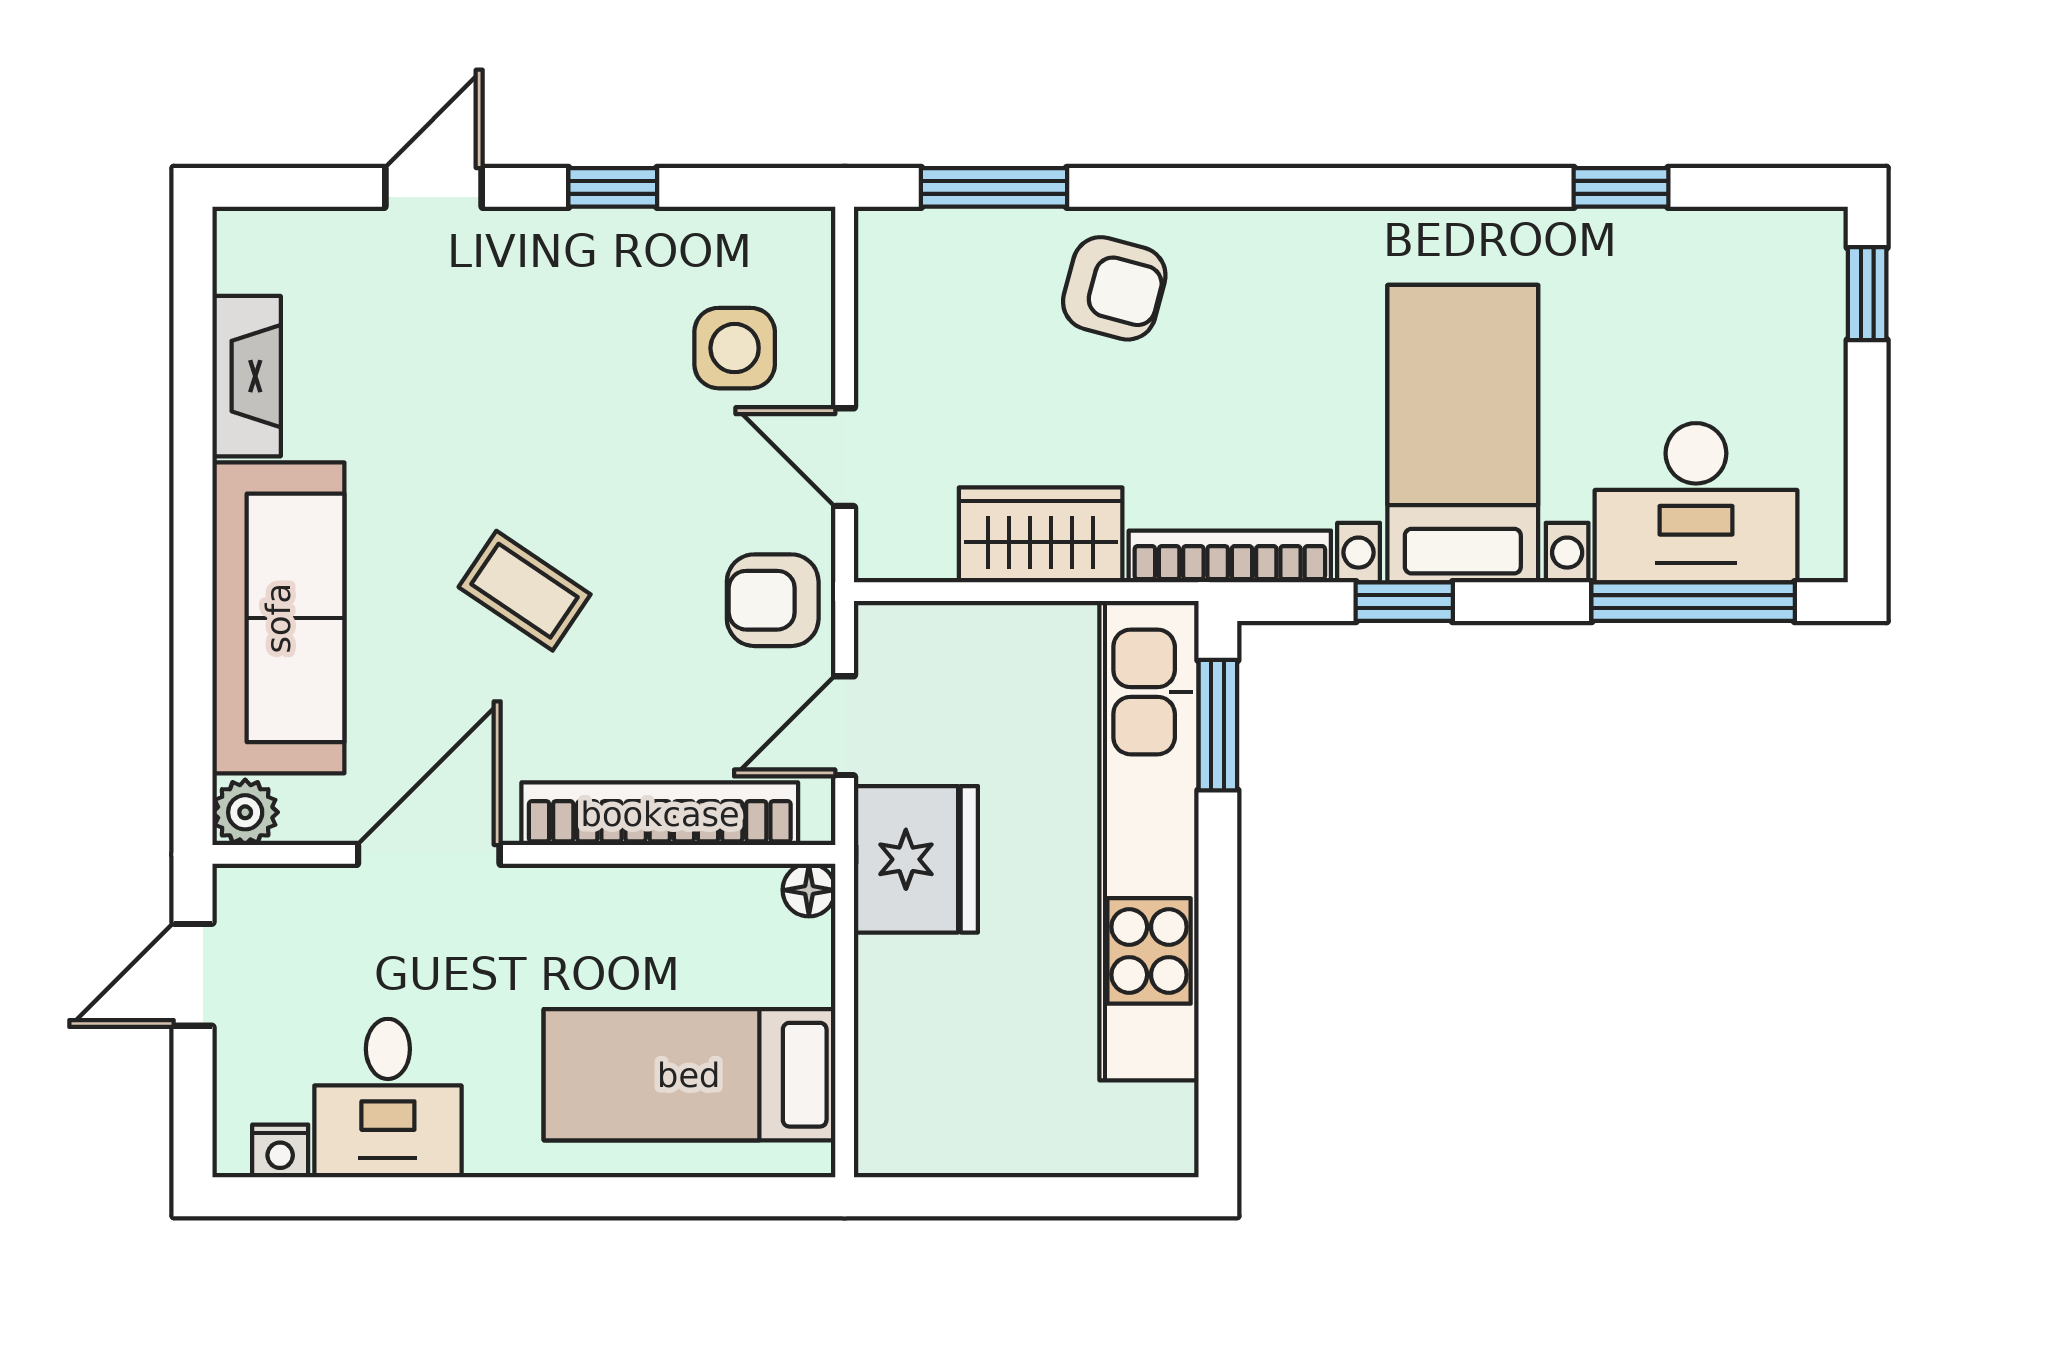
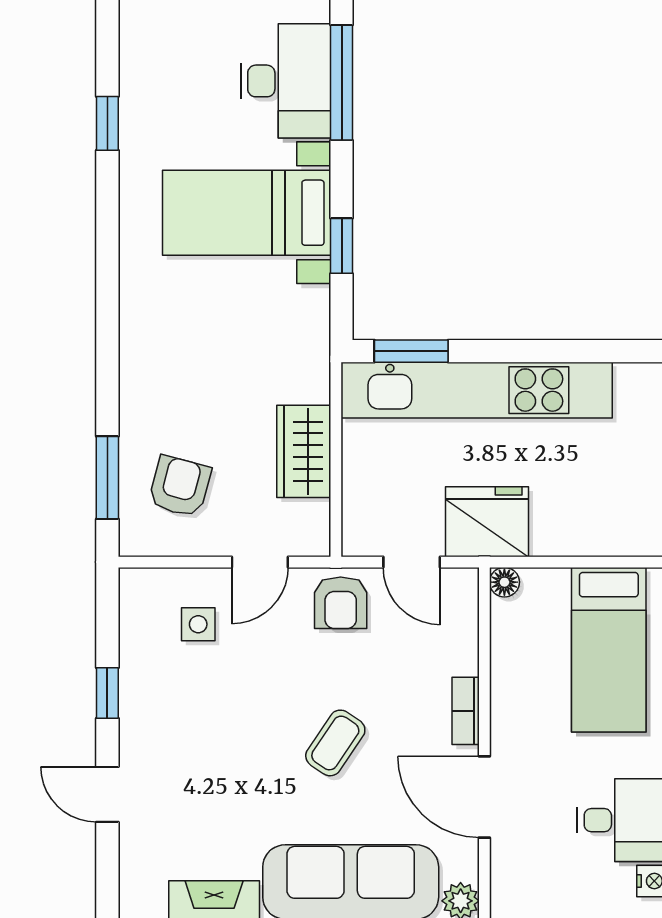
armchair: (1114, 288) -> (180, 486), moved
side table: (735, 348) -> (198, 624), width x0.73, depth x0.73
bookcase: (1230, 556) -> (316, 344), removed
bookcase: (660, 814) -> (466, 711), width x0.43, depth x0.76

